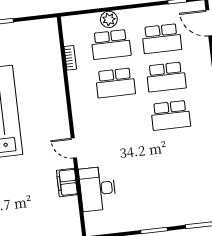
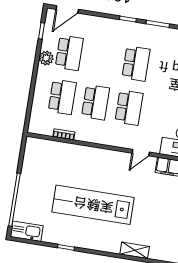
plant: (109, 19) -> (46, 58), moved
school desk: (166, 77) -> (129, 108), moved

